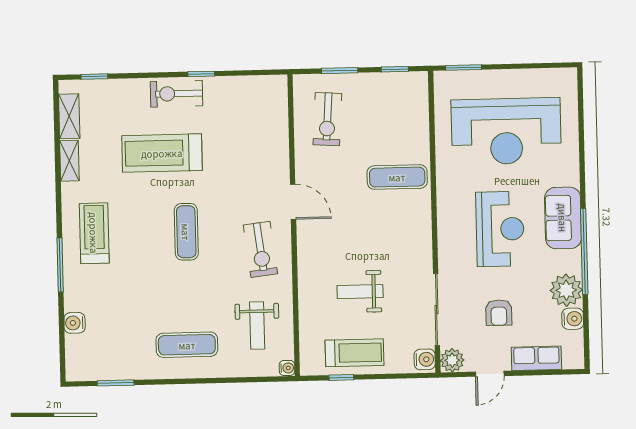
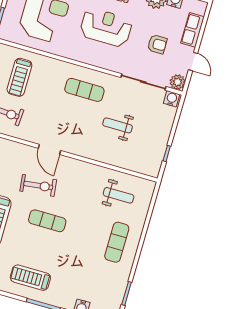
exercise mat: (397, 177) -> (84, 90), moved, turned 90
door: (293, 202) -> (49, 149), swing flipped
exercise bike: (260, 249) -> (38, 185), moved
weight bench: (360, 292) -> (118, 125), turned 90
treadmill: (354, 353) -> (19, 77), moved, turned 180
water cooler: (287, 368) -> (150, 185), removed

